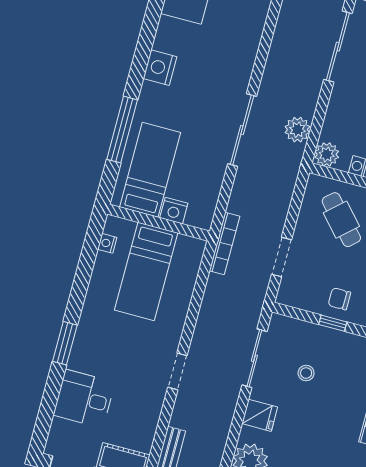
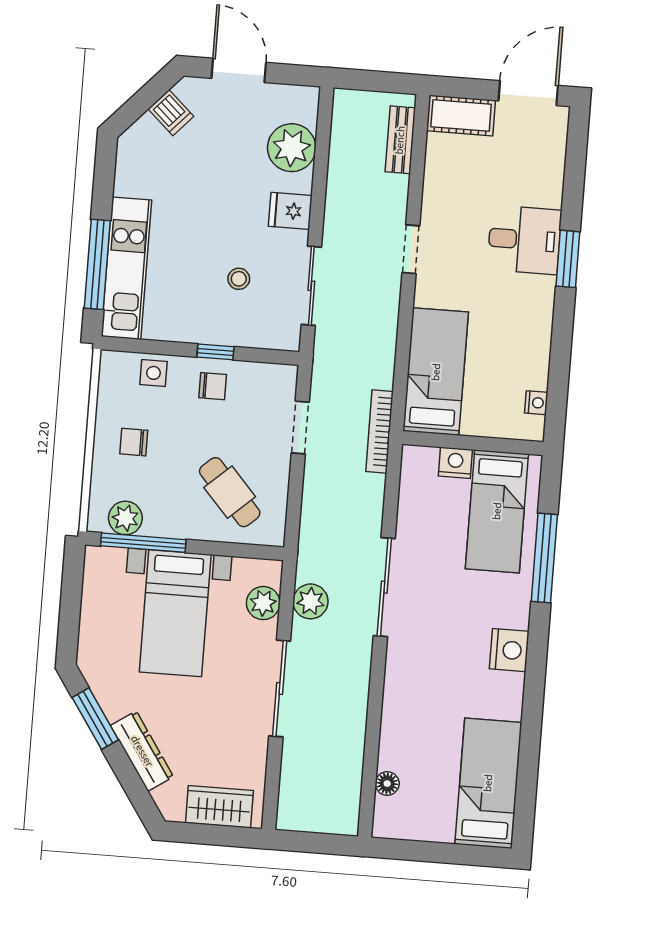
sliding door: (338, 47) -> (280, 688), moved
plant: (327, 154) -> (263, 603), moved
bed: (146, 271) -> (436, 372), moved
desk: (84, 399) -> (524, 240), moved

